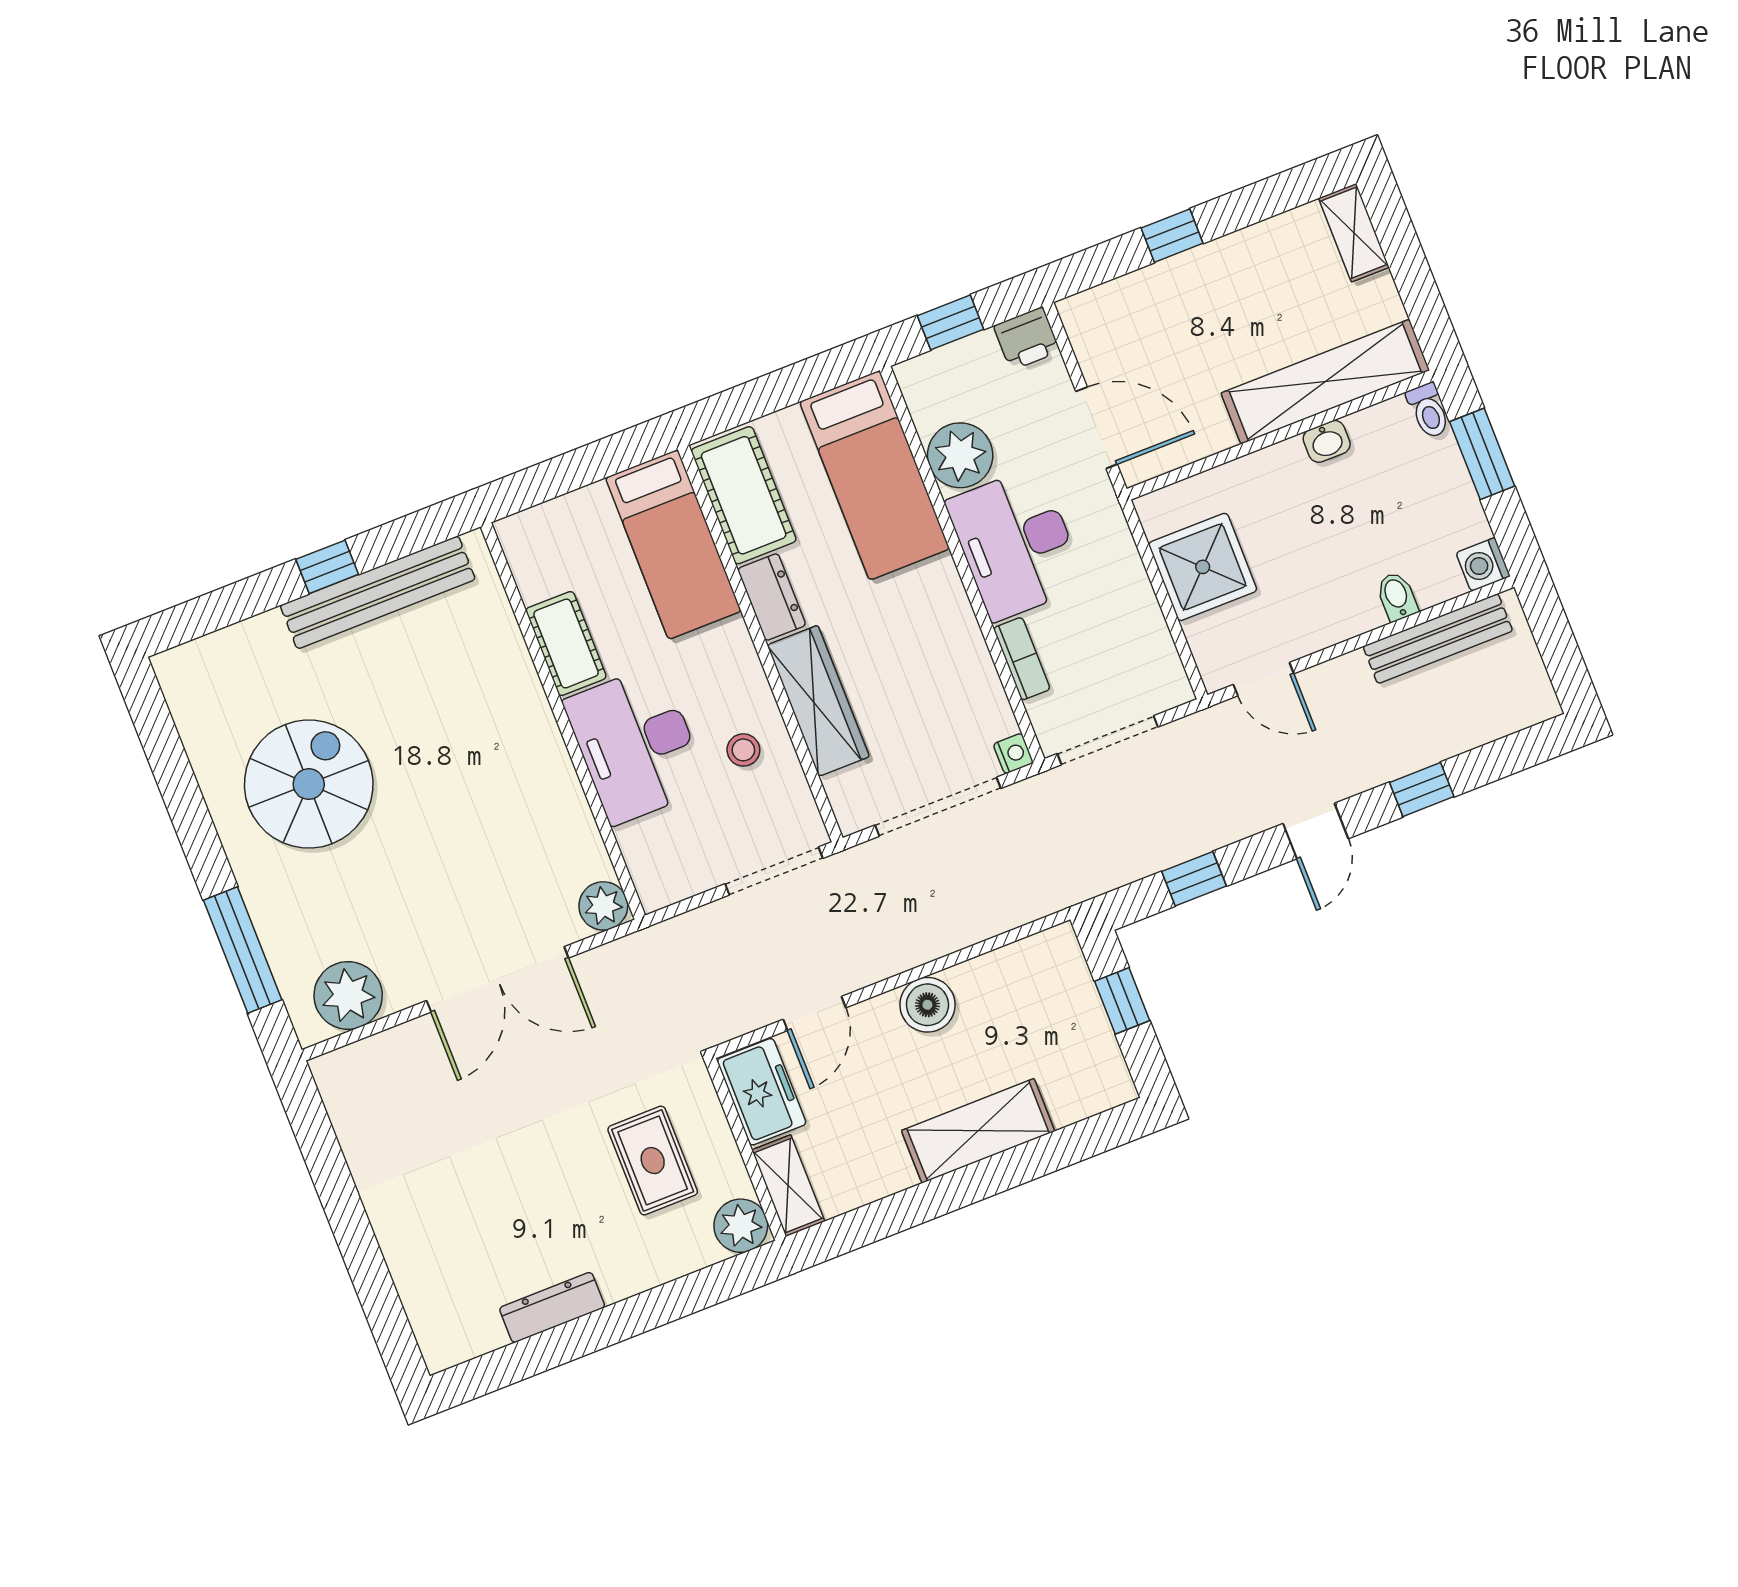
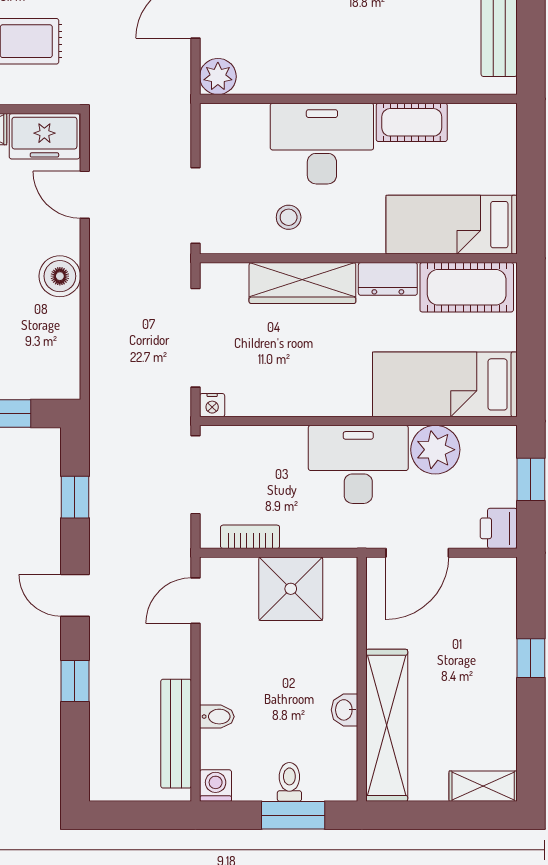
toilet: (1428, 411) -> (289, 782), moved, turned 90
bookcase: (1022, 659) -> (250, 537), moved, turned 180

